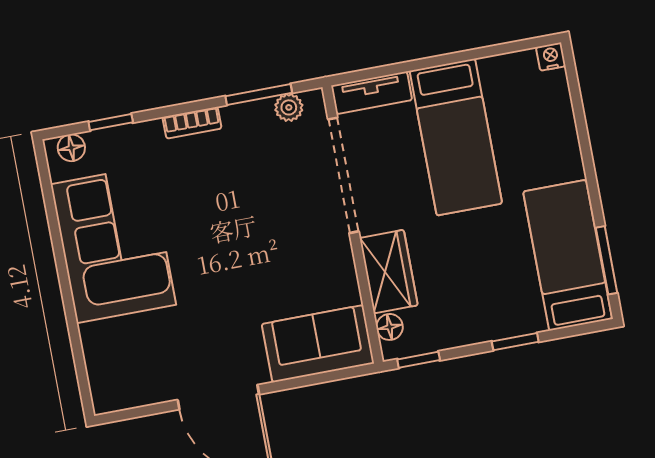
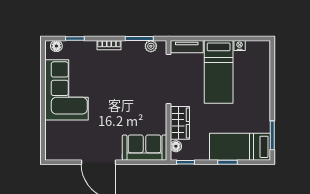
nightstand: (551, 57) -> (240, 45), moved
bed: (568, 255) -> (240, 147), moved, turned -90

